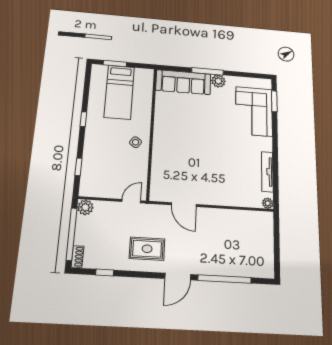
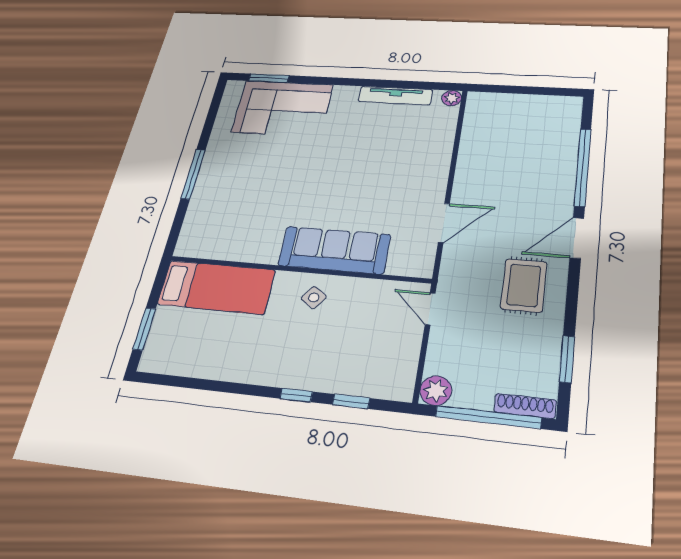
plant: (218, 81) -> (215, 158), removed
sofa: (183, 82) -> (334, 250), moved, turned -90
bed: (119, 92) -> (216, 287), moved
window: (83, 119) -> (296, 395), moved
shoe rack: (78, 257) -> (525, 406), width x1.43
window: (105, 272) -> (567, 359), width x1.50
door: (178, 276) -> (577, 238), swing flipped

